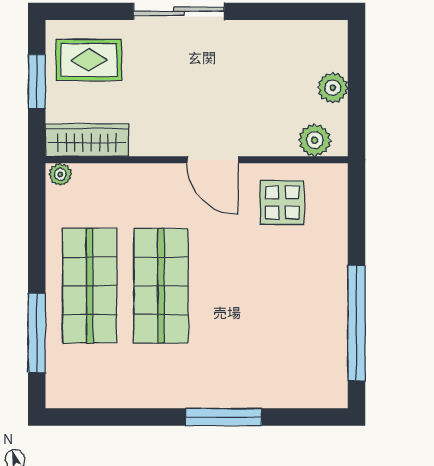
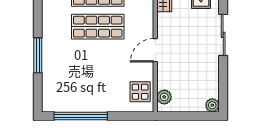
plant: (333, 88) -> (212, 105), moved
display table: (282, 202) -> (140, 92), moved

